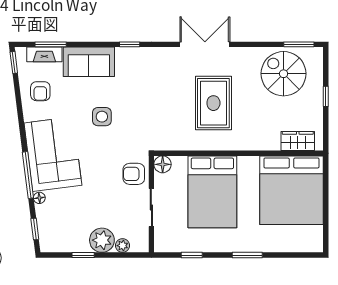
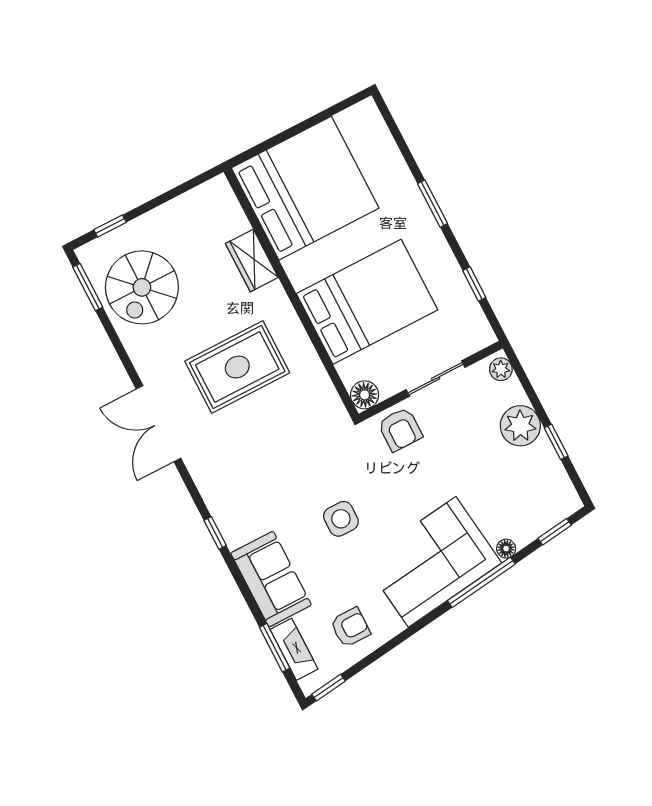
window: (326, 96) -> (110, 226), moved
wardrobe: (298, 141) -> (252, 260), moved
plant: (123, 246) -> (501, 369), moved

